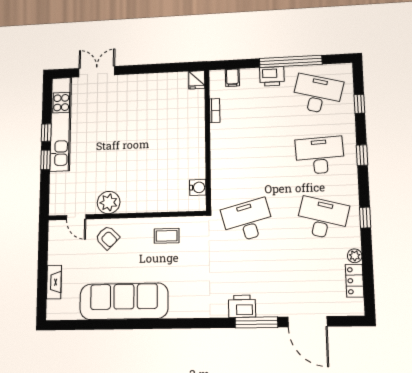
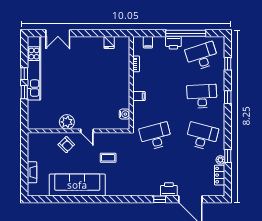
double door: (97, 72) -> (58, 33), swing flipped
fridge: (197, 80) -> (109, 42), moved
desk: (317, 94) -> (202, 56), turned -33
filing cabinet: (220, 159) -> (139, 96), added
door: (76, 217) -> (87, 131), moved
window: (365, 218) -> (228, 156), moved
coffee table: (167, 236) -> (108, 158), moved
printer: (242, 306) -> (169, 189), moved
window: (256, 322) -> (160, 199), width x0.46

